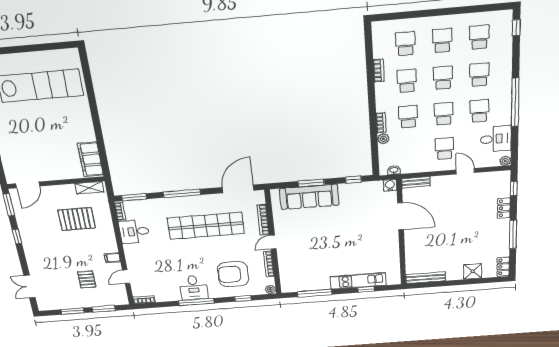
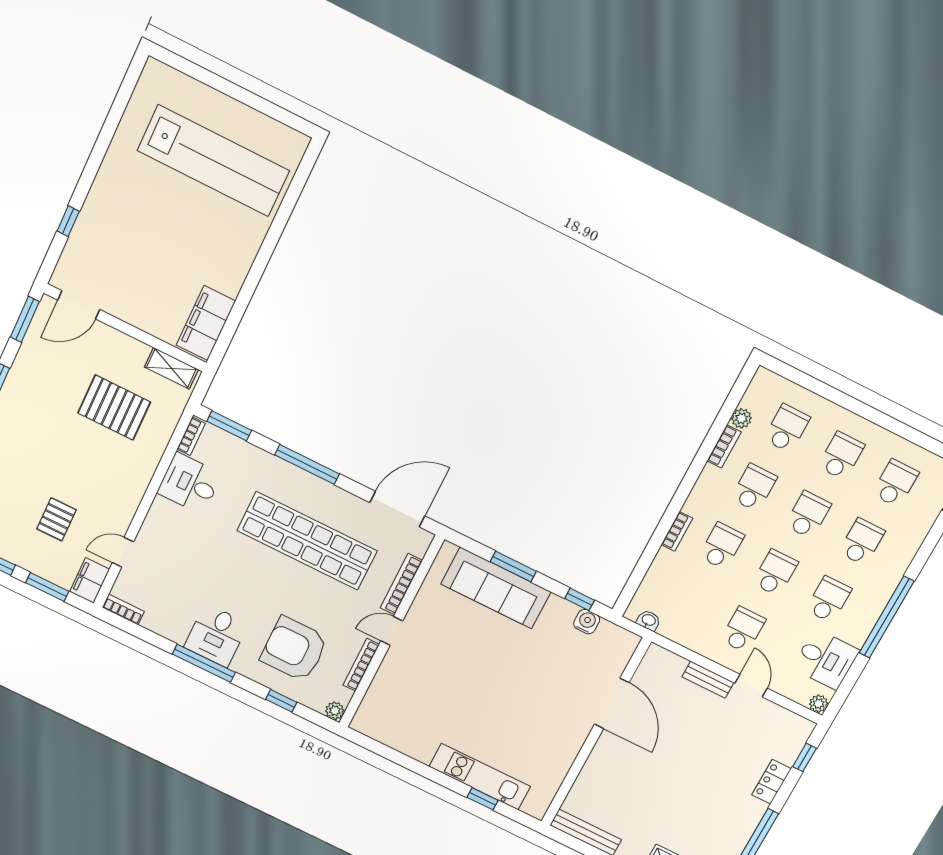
plant: (383, 139) -> (741, 418), moved
bench: (416, 182) -> (708, 680), moved
water cooler: (390, 185) -> (587, 622), moved
filing cabinet: (112, 258) -> (90, 580), moved, width x2.00
window: (315, 293) -> (399, 758), removed

